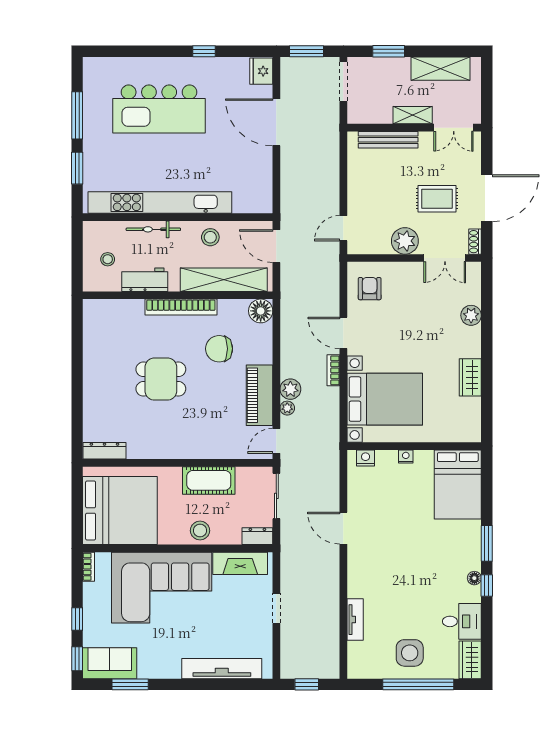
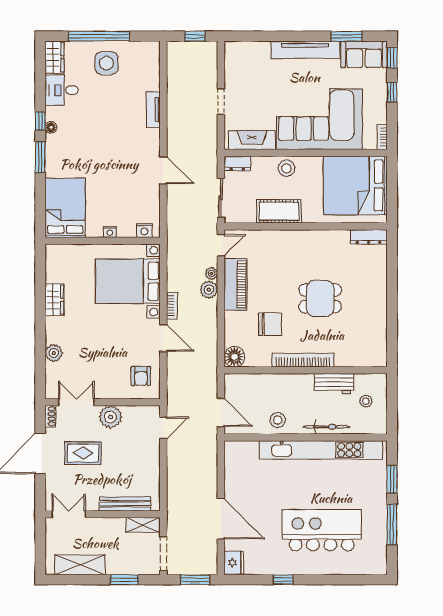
shelving: (413, 115) -> (143, 525), moved
shelving: (224, 280) -> (266, 384), removed
tv unit: (355, 620) -> (153, 110), moved
tv unit: (222, 669) -> (305, 50), moved

